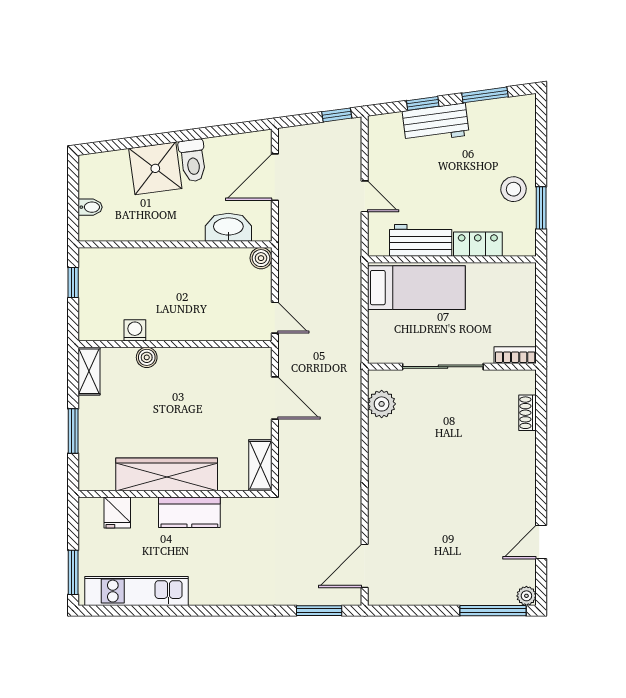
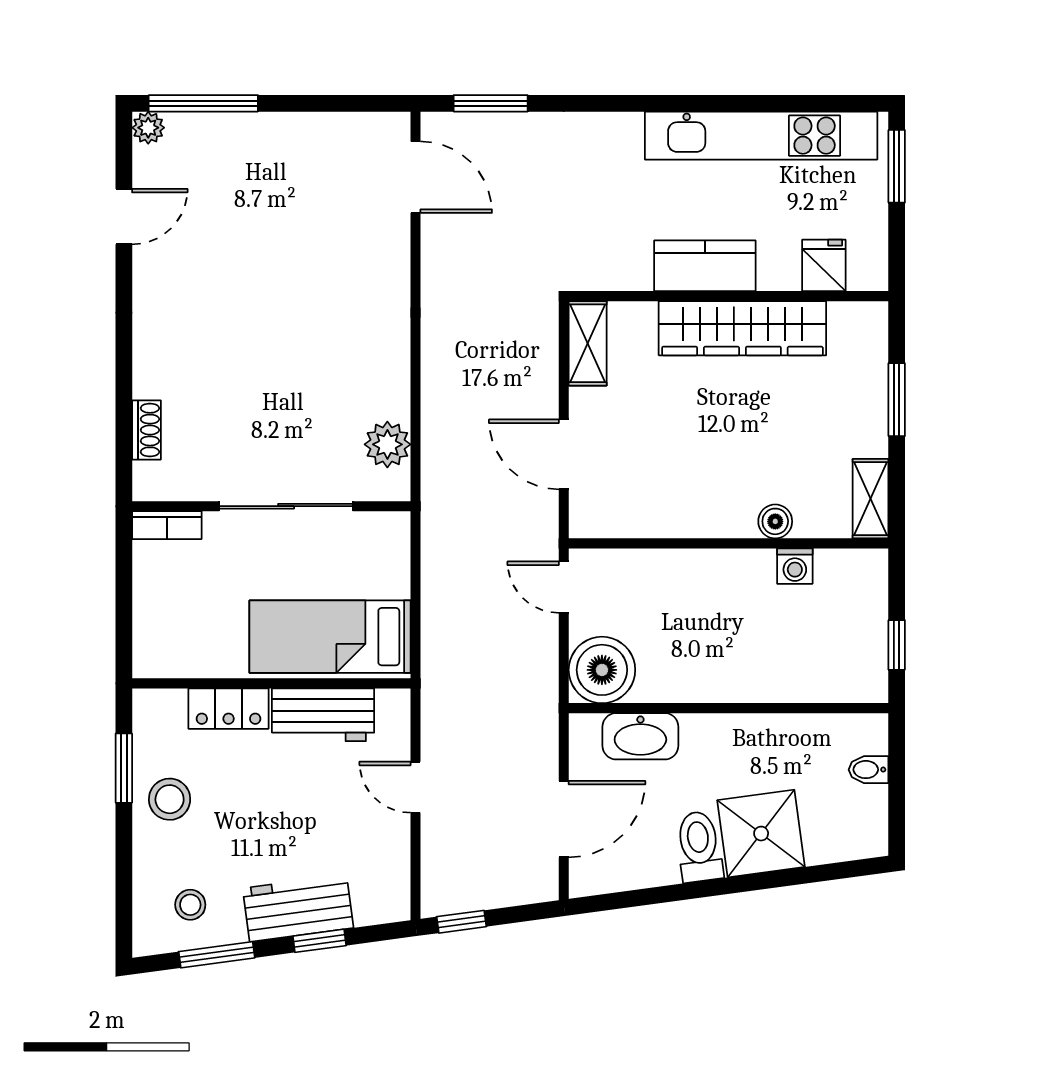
stool: (501, 125) -> (190, 905), added
boiler: (261, 258) -> (602, 670), width x1.86, depth x1.86
door: (365, 566) -> (415, 177), hinge flipped
kitchen unit: (137, 591) -> (761, 136), width x1.36

